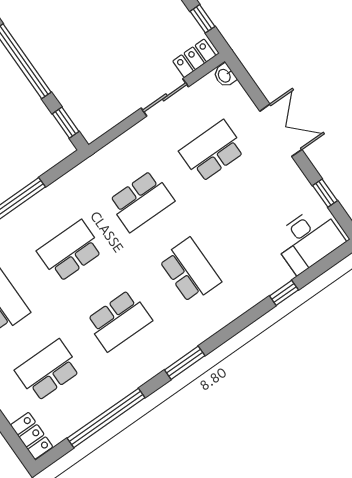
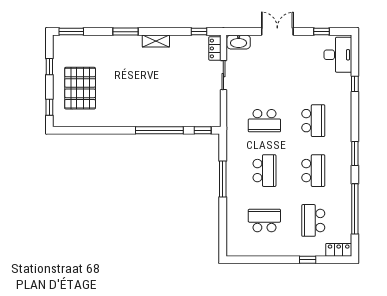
washbasin: (225, 75) -> (239, 42), width x1.91, depth x1.45
school desk: (212, 151) -> (264, 71), removed
school desk: (141, 201) -> (264, 121), turned 90
school desk: (70, 251) -> (264, 171), turned 180
school desk: (190, 271) -> (313, 121), turned 90

